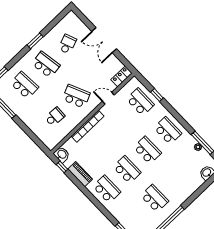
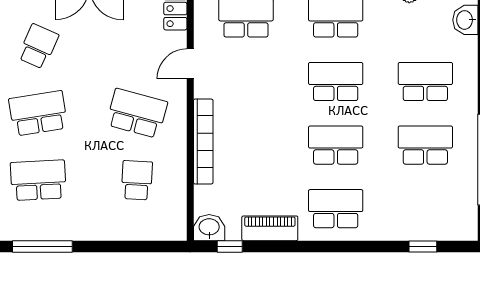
school desk: (67, 44) -> (38, 46), turned 45
school desk: (76, 96) -> (137, 113), turned 39
school desk: (175, 179) -> (425, 82), added

